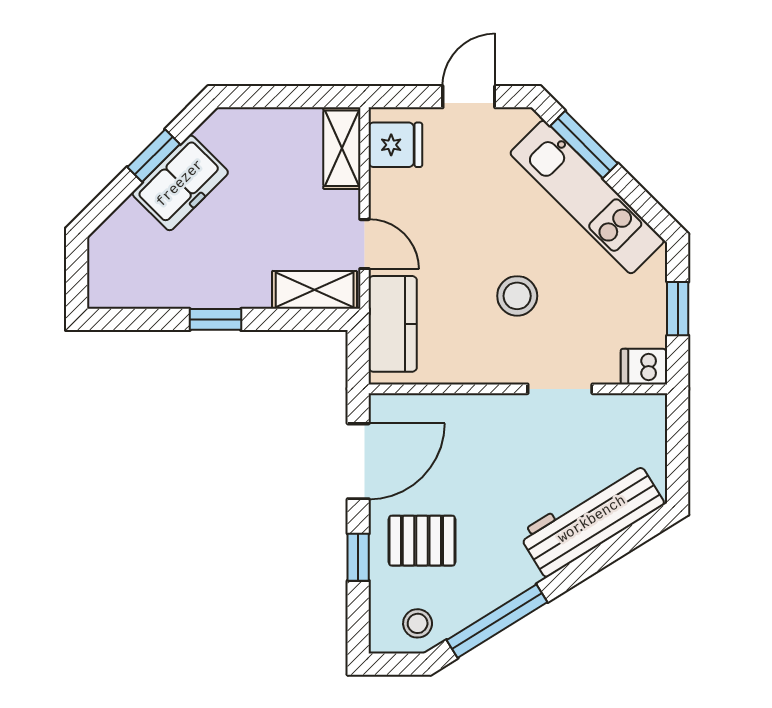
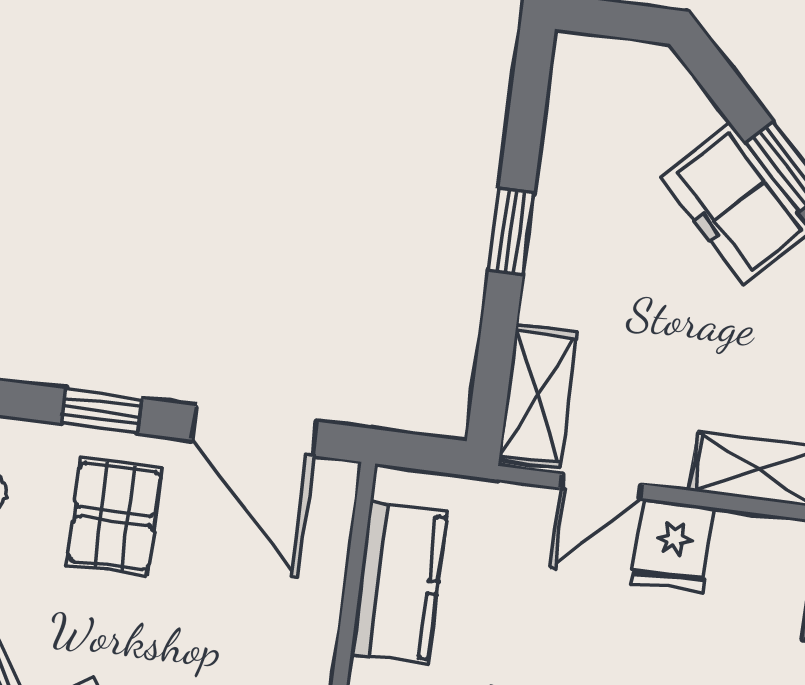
fridge: (395, 145) -> (673, 546), moved
kitchen counter: (393, 324) -> (399, 583), moved, turned -90

